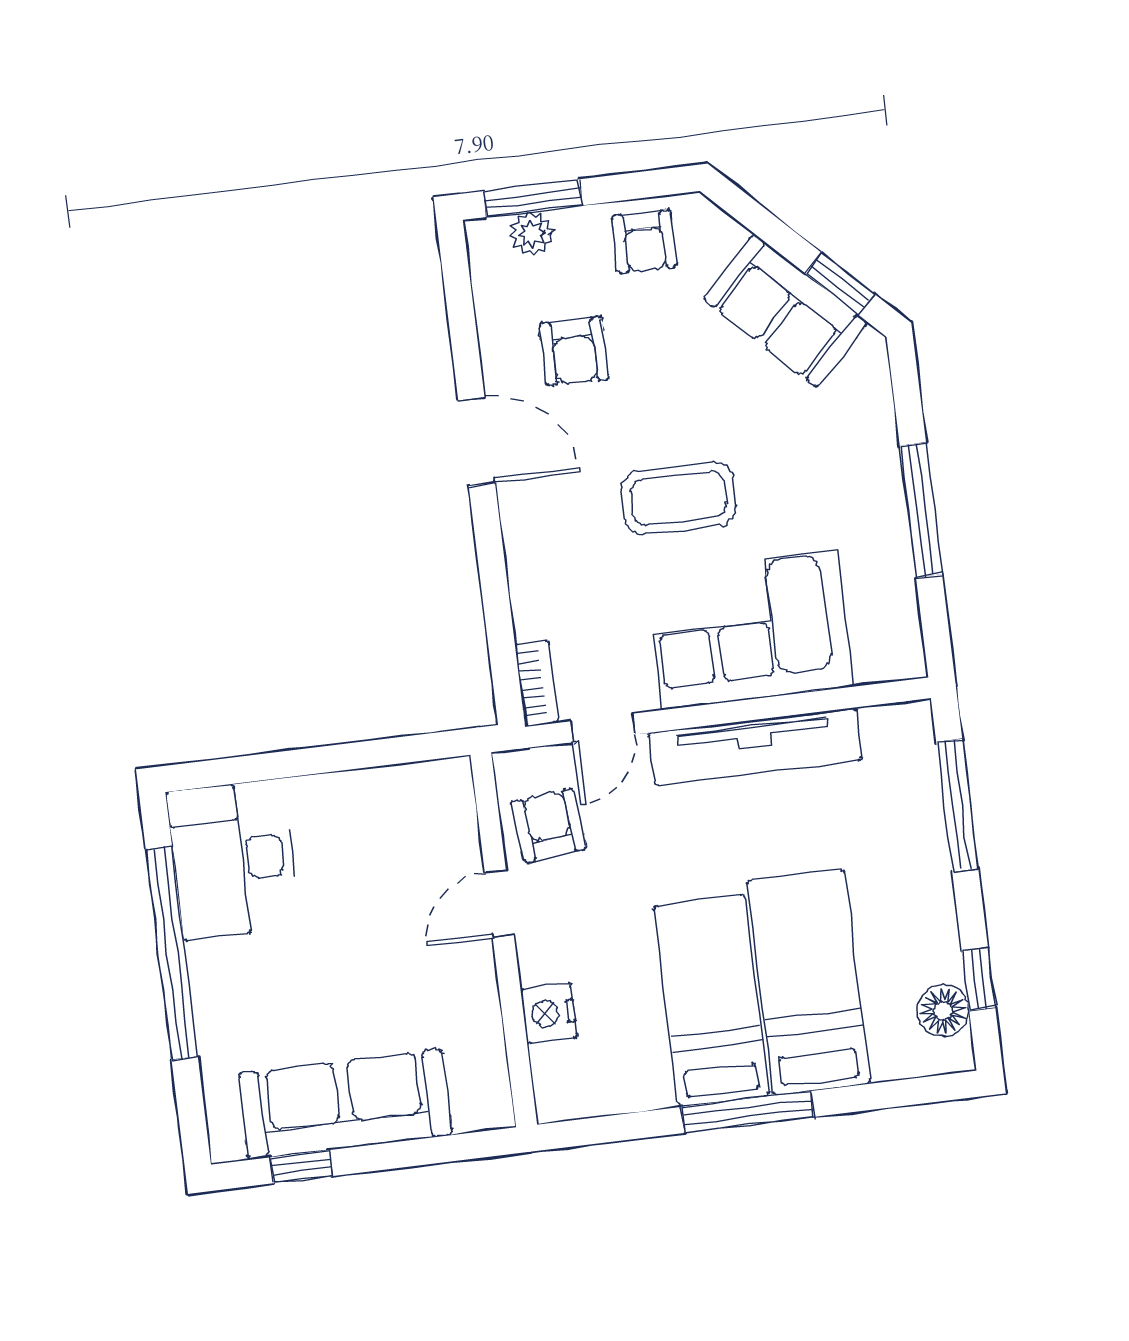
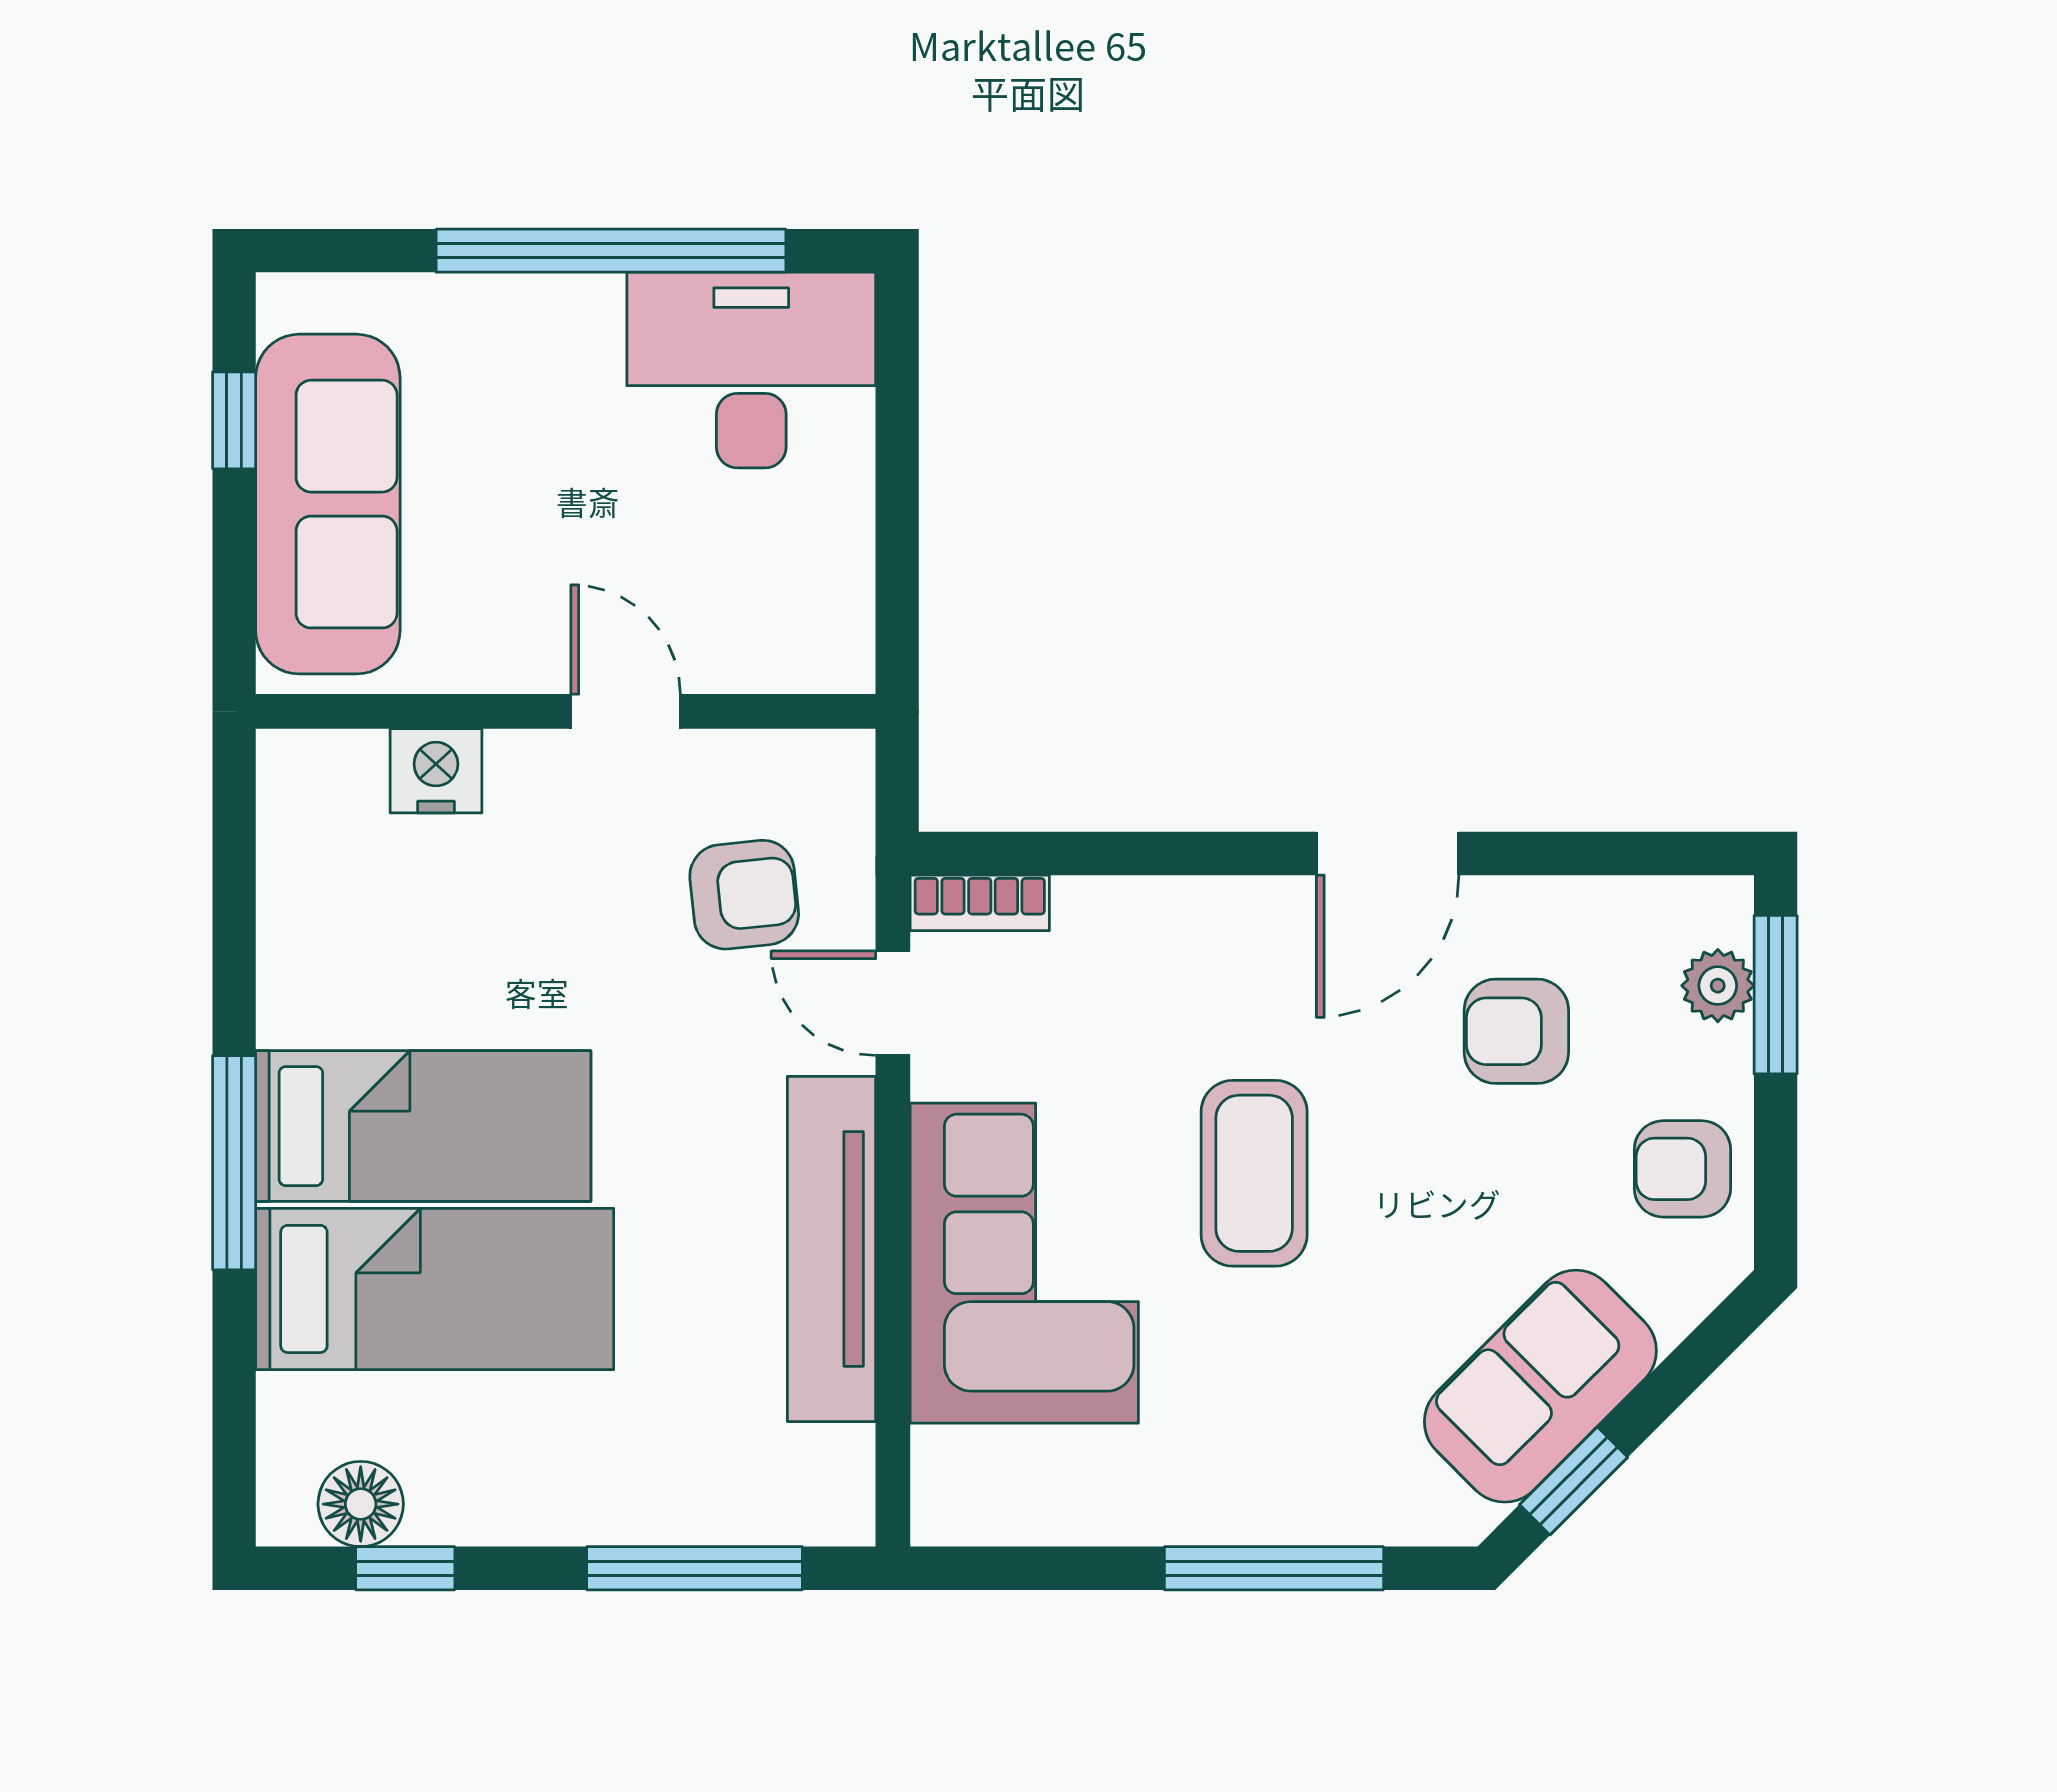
window: (921, 510) -> (1274, 1568), moved
door: (499, 904) -> (626, 711), moved
wall: (504, 940) -> (566, 711), moved
nightstand: (549, 1013) -> (436, 771), moved

